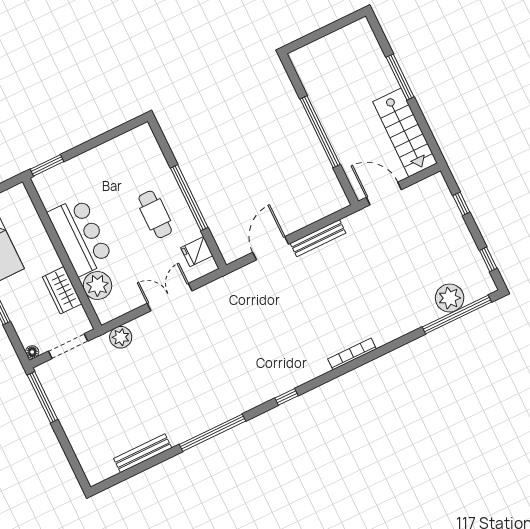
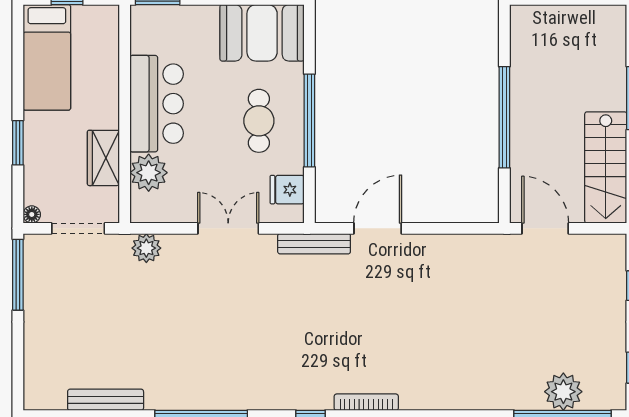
booth: (129, 154) -> (262, 33), added
bench: (318, 238) -> (314, 244), moved
bookcase: (352, 354) -> (366, 402), moved

